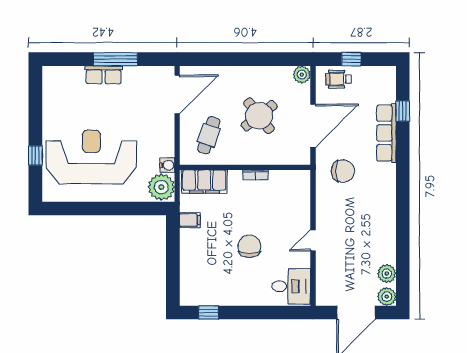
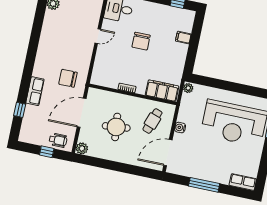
row of seats: (104, 75) -> (243, 182), moved
round table: (259, 116) -> (116, 127), turned 32
row of seats: (386, 133) -> (35, 91), width x0.68
water cooler: (167, 165) -> (180, 128), moved
plant: (161, 187) -> (188, 88), width x0.53, depth x0.53
filing cabinet: (190, 220) -> (183, 38), moved

